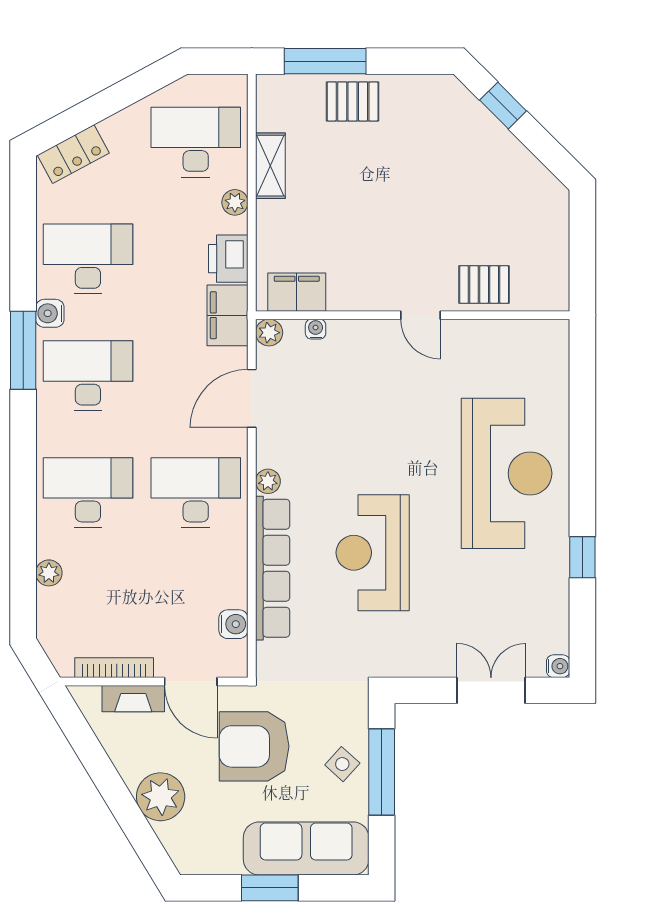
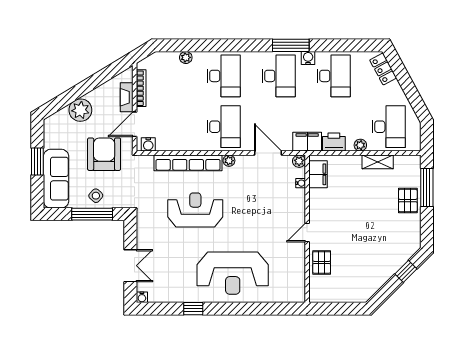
water cooler: (233, 624) -> (148, 144), moved

